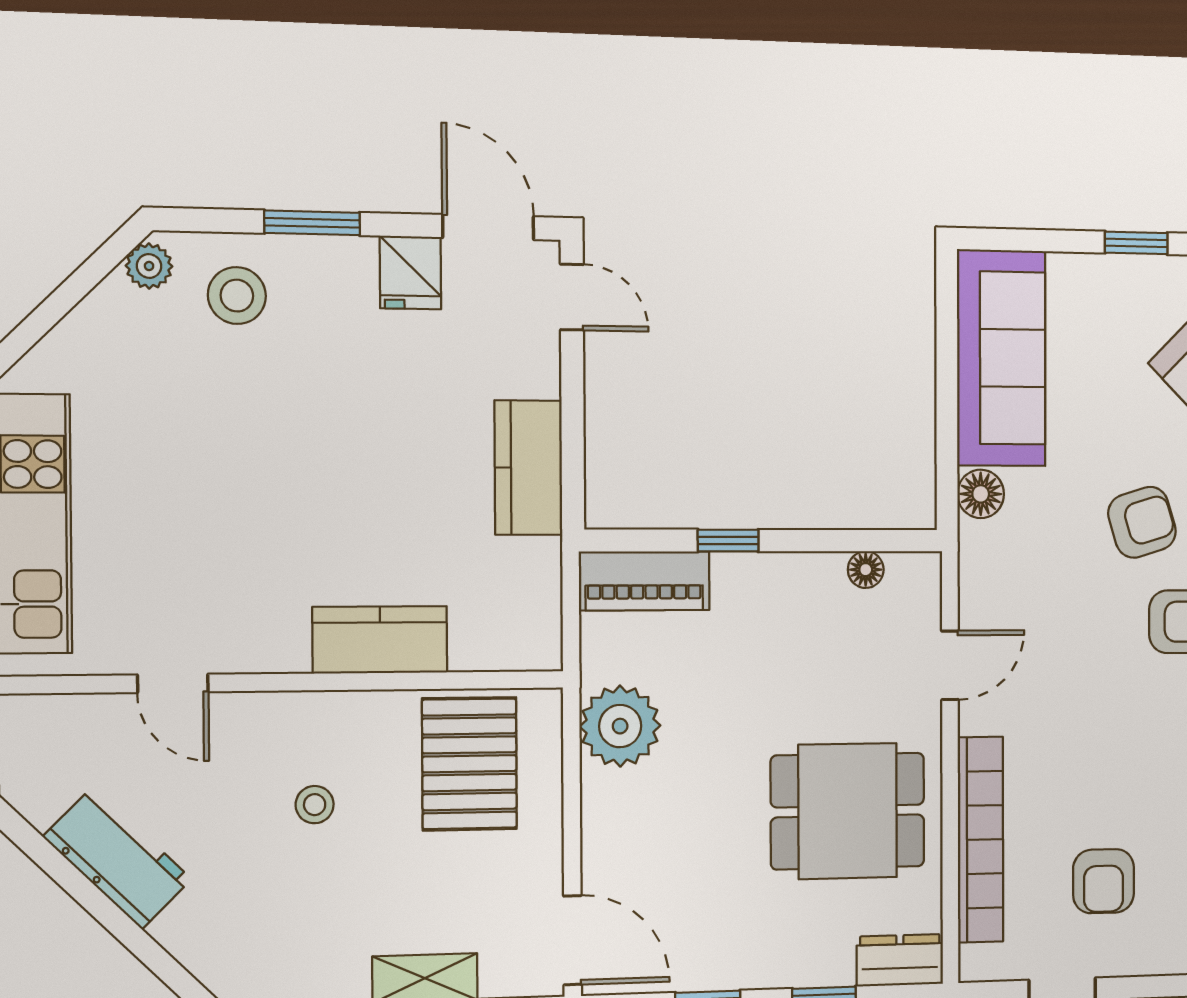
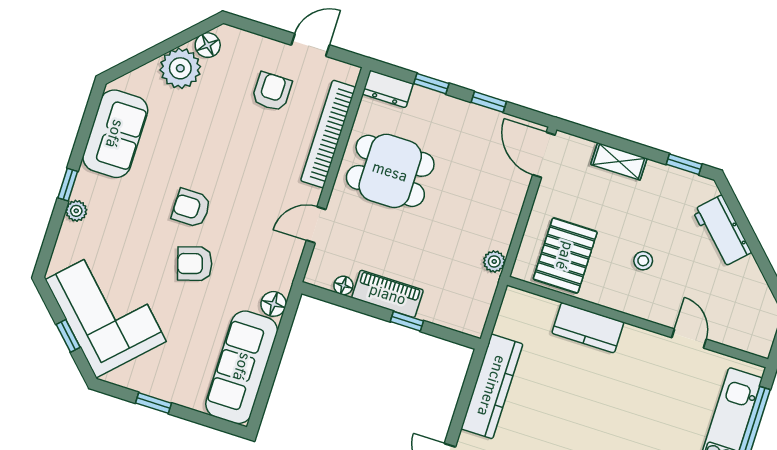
kitchen counter: (528, 468) -> (492, 386), width x1.50
piano: (644, 581) -> (388, 294), moved
plant: (620, 726) -> (494, 261), width x0.53, depth x0.53
workbench: (117, 858) -> (722, 231), moved

